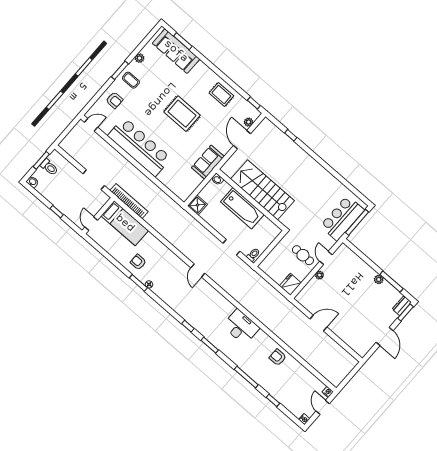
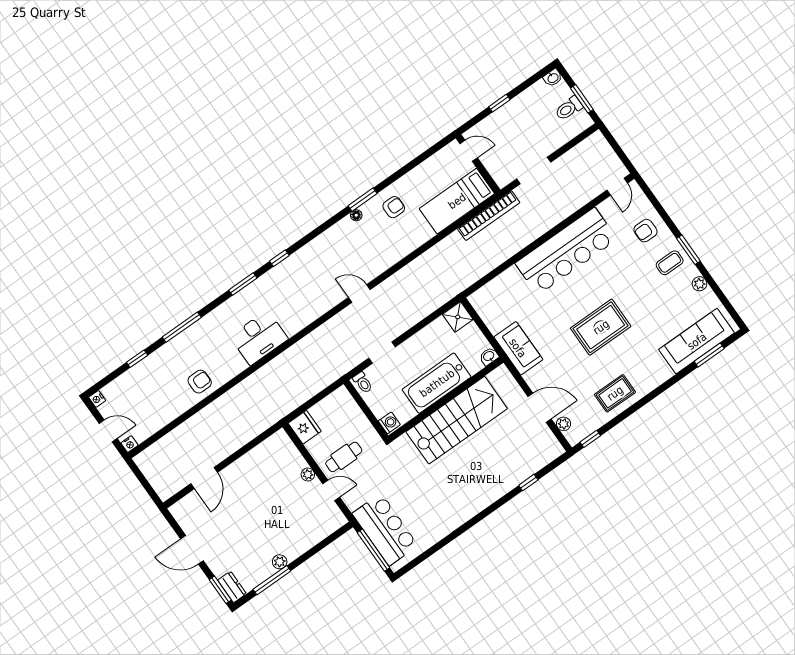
washing machine: (275, 232) -> (389, 423), added
door: (318, 323) -> (204, 478), moved

